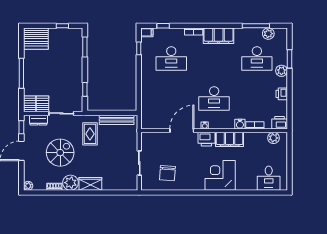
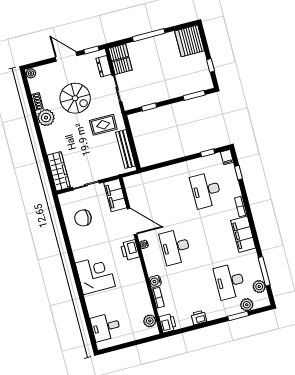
plant: (281, 71) -> (247, 305), moved
filing cabinet: (230, 139) -> (115, 195), moved
wardrobe: (90, 184) -> (59, 171), moved, width x1.50

